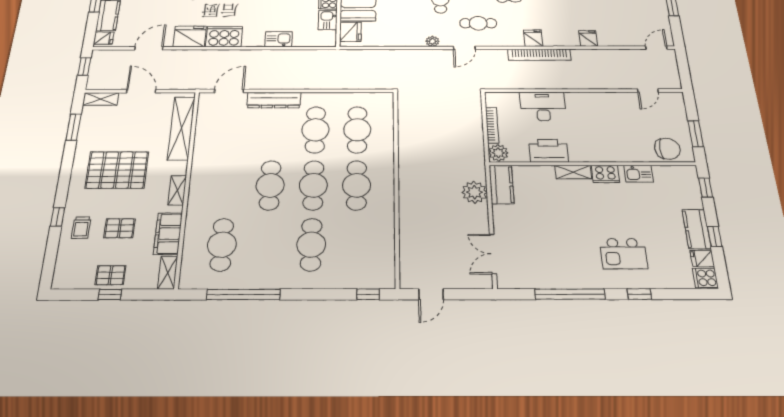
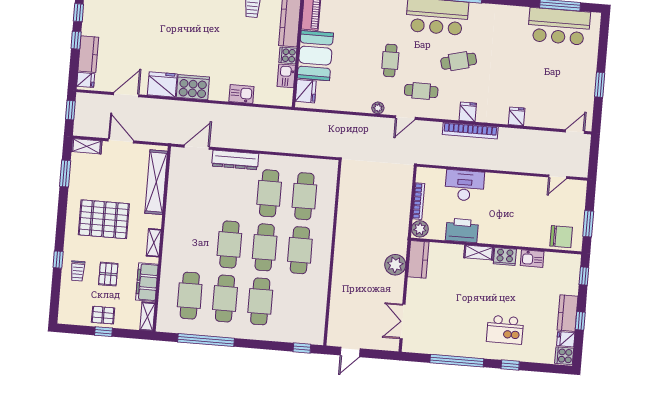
pallet: (120, 228) -> (108, 274), turned 90
cafe table: (267, 245) -> (225, 298), added

